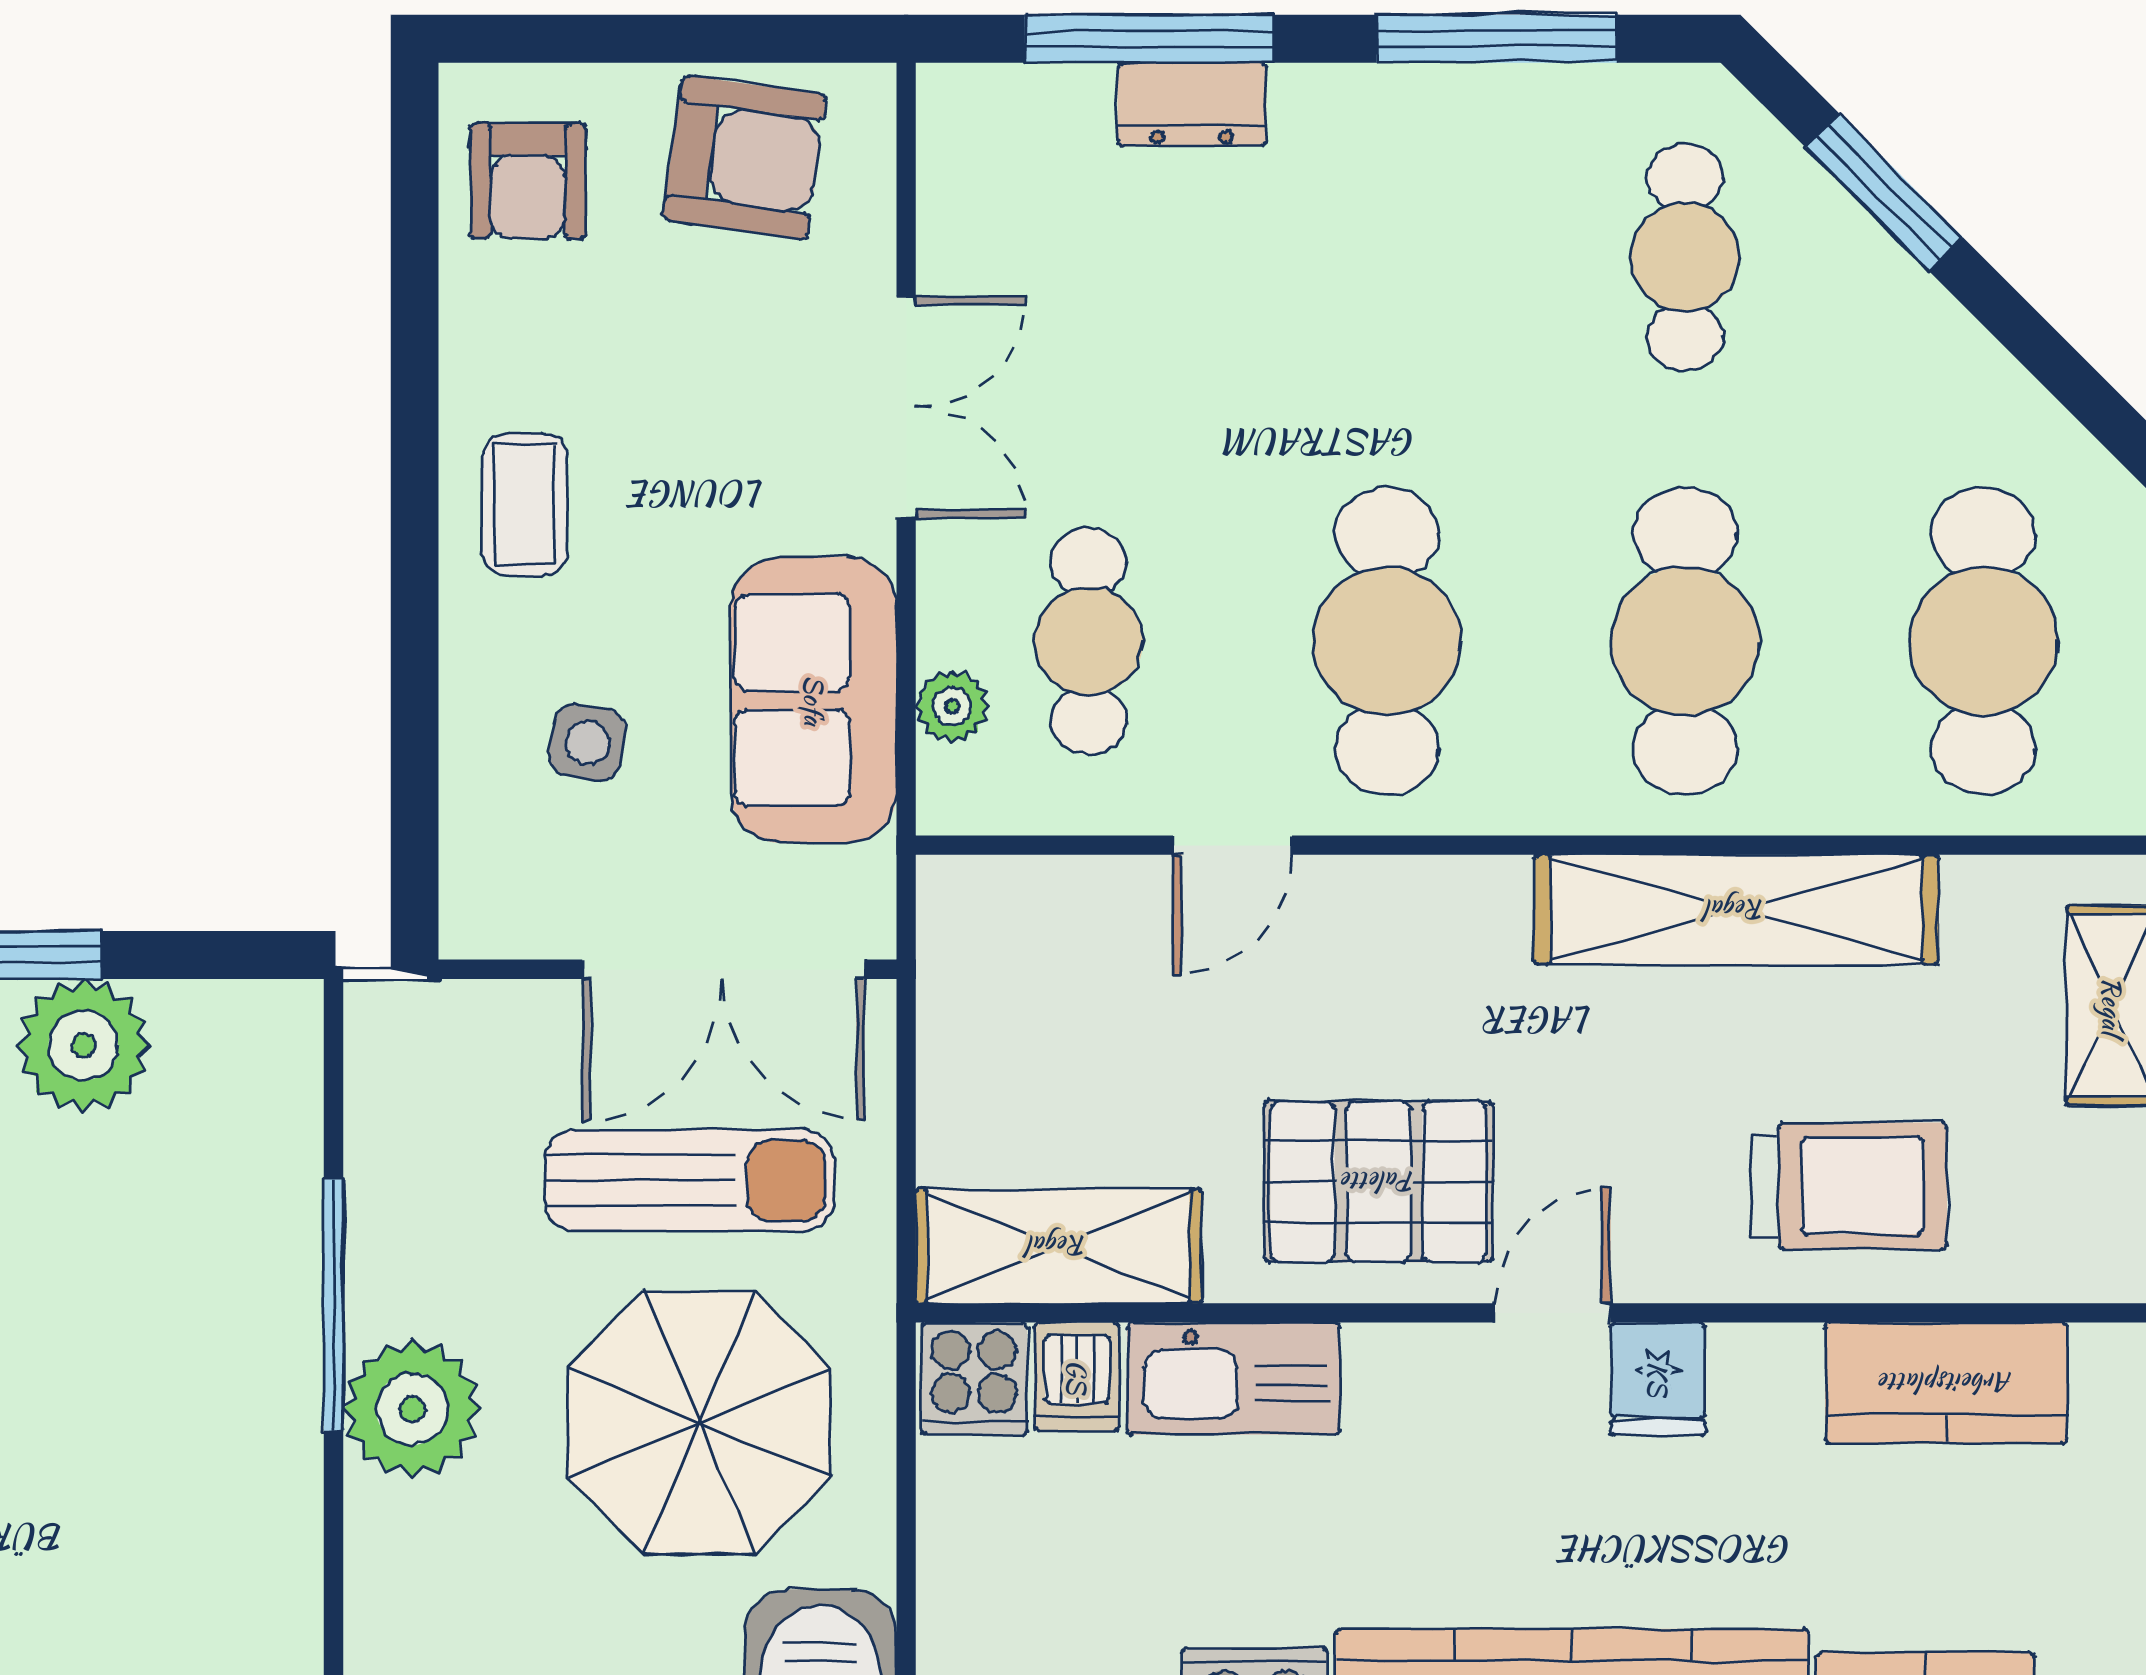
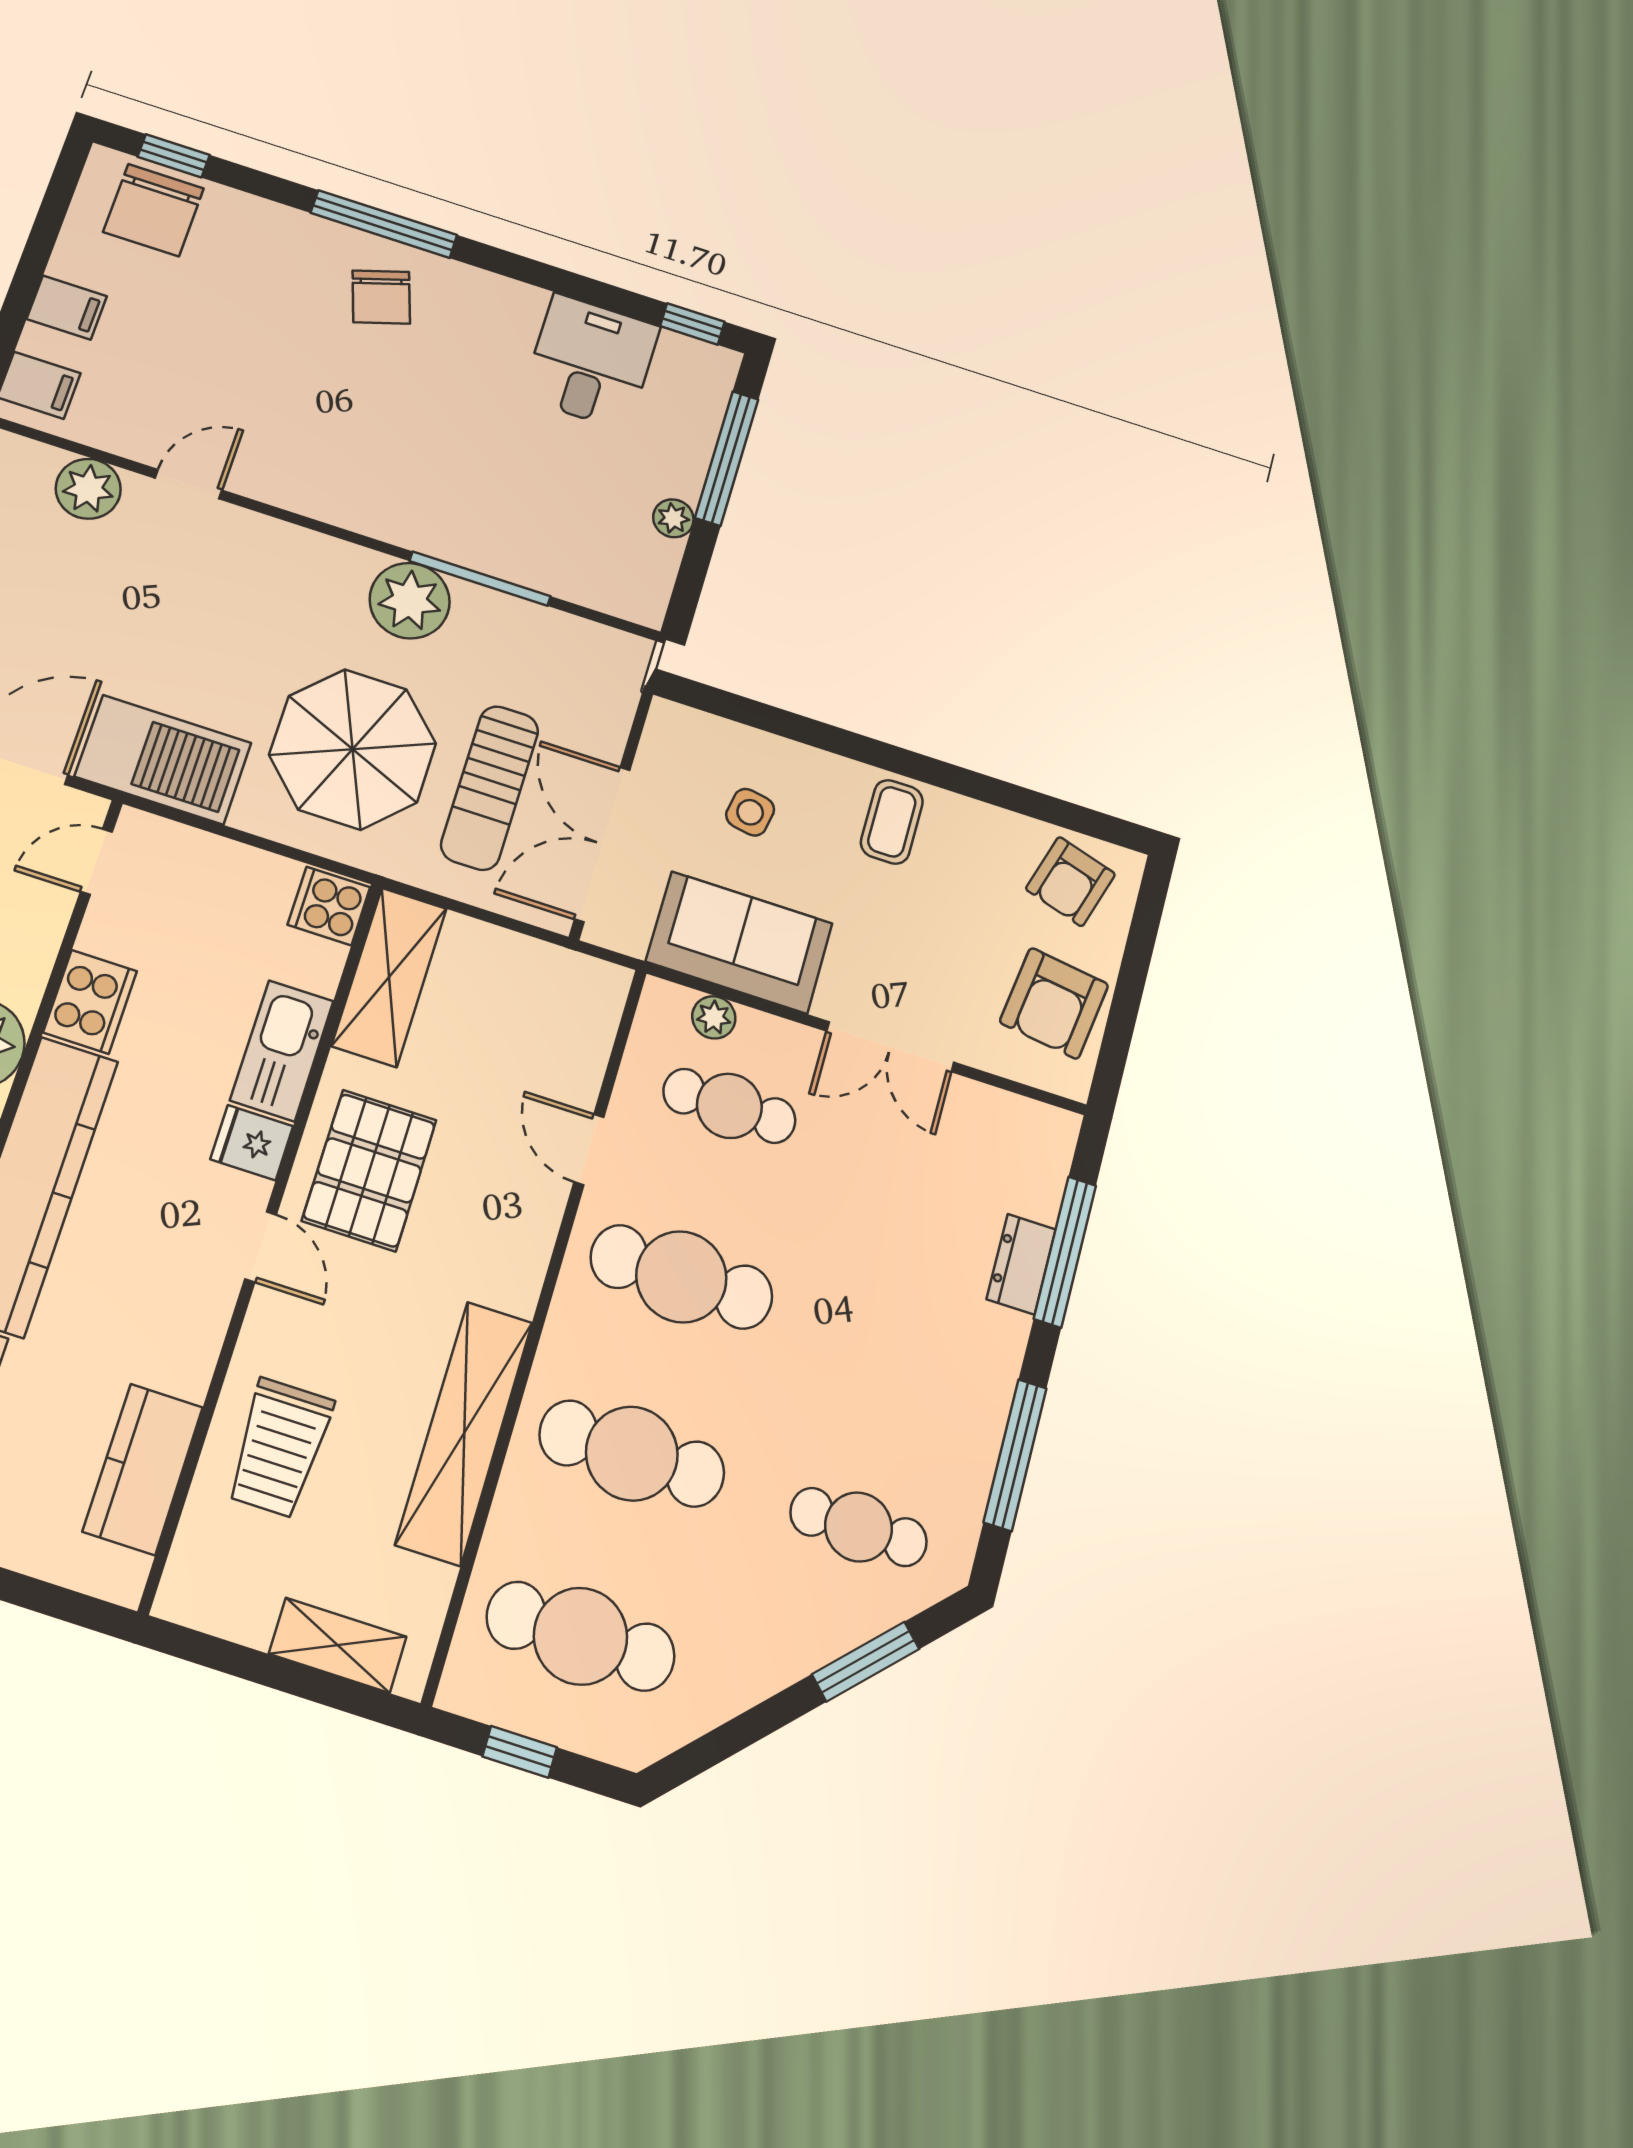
armchair: (528, 181) -> (1070, 881), turned -73
coffee table: (525, 504) -> (892, 822), turned 90
plant: (83, 1046) -> (673, 518), width x0.53, depth x0.53
dishwasher: (1077, 1377) -> (311, 963), removed
fridge: (1658, 1379) -> (252, 1143), moved

